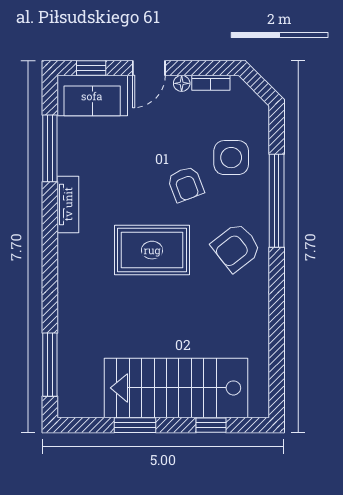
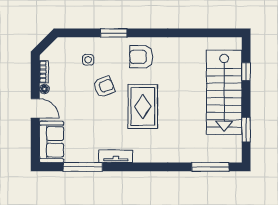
window: (91, 68) -> (35, 142), removed
side table: (231, 158) -> (88, 60), width x0.54, depth x0.54
window: (277, 201) -> (114, 33), width x0.47
armchair: (236, 247) -> (141, 57), turned 128
window: (135, 425) -> (246, 130), moved

